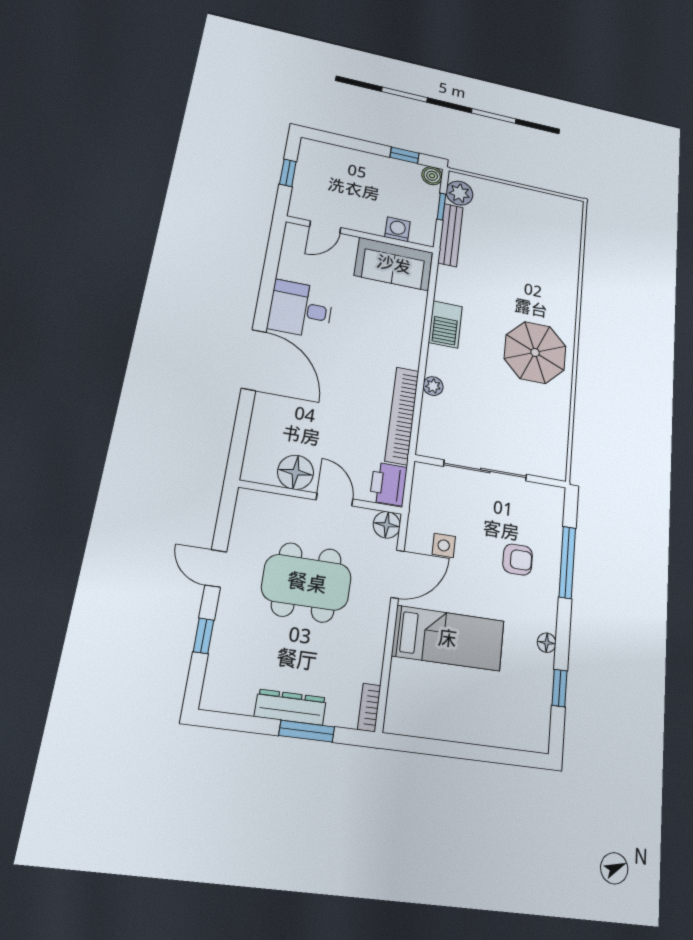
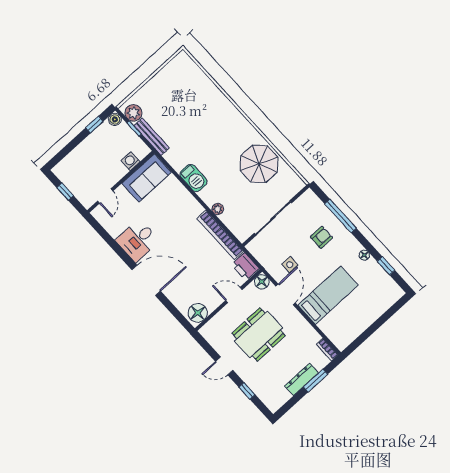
parasol: (535, 352) -> (259, 164), moved
floor lamp: (296, 472) -> (198, 313), moved

